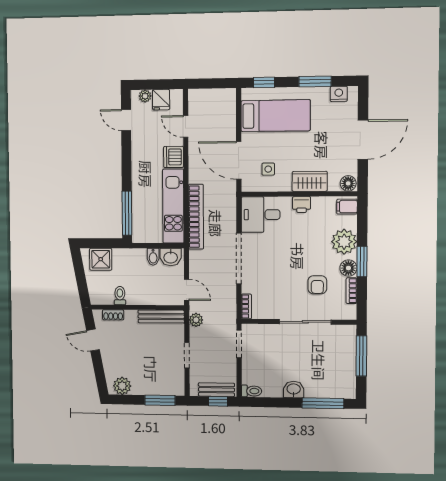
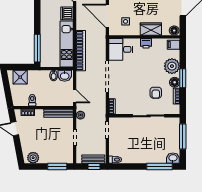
washbasin: (294, 389) -> (173, 158), moved

